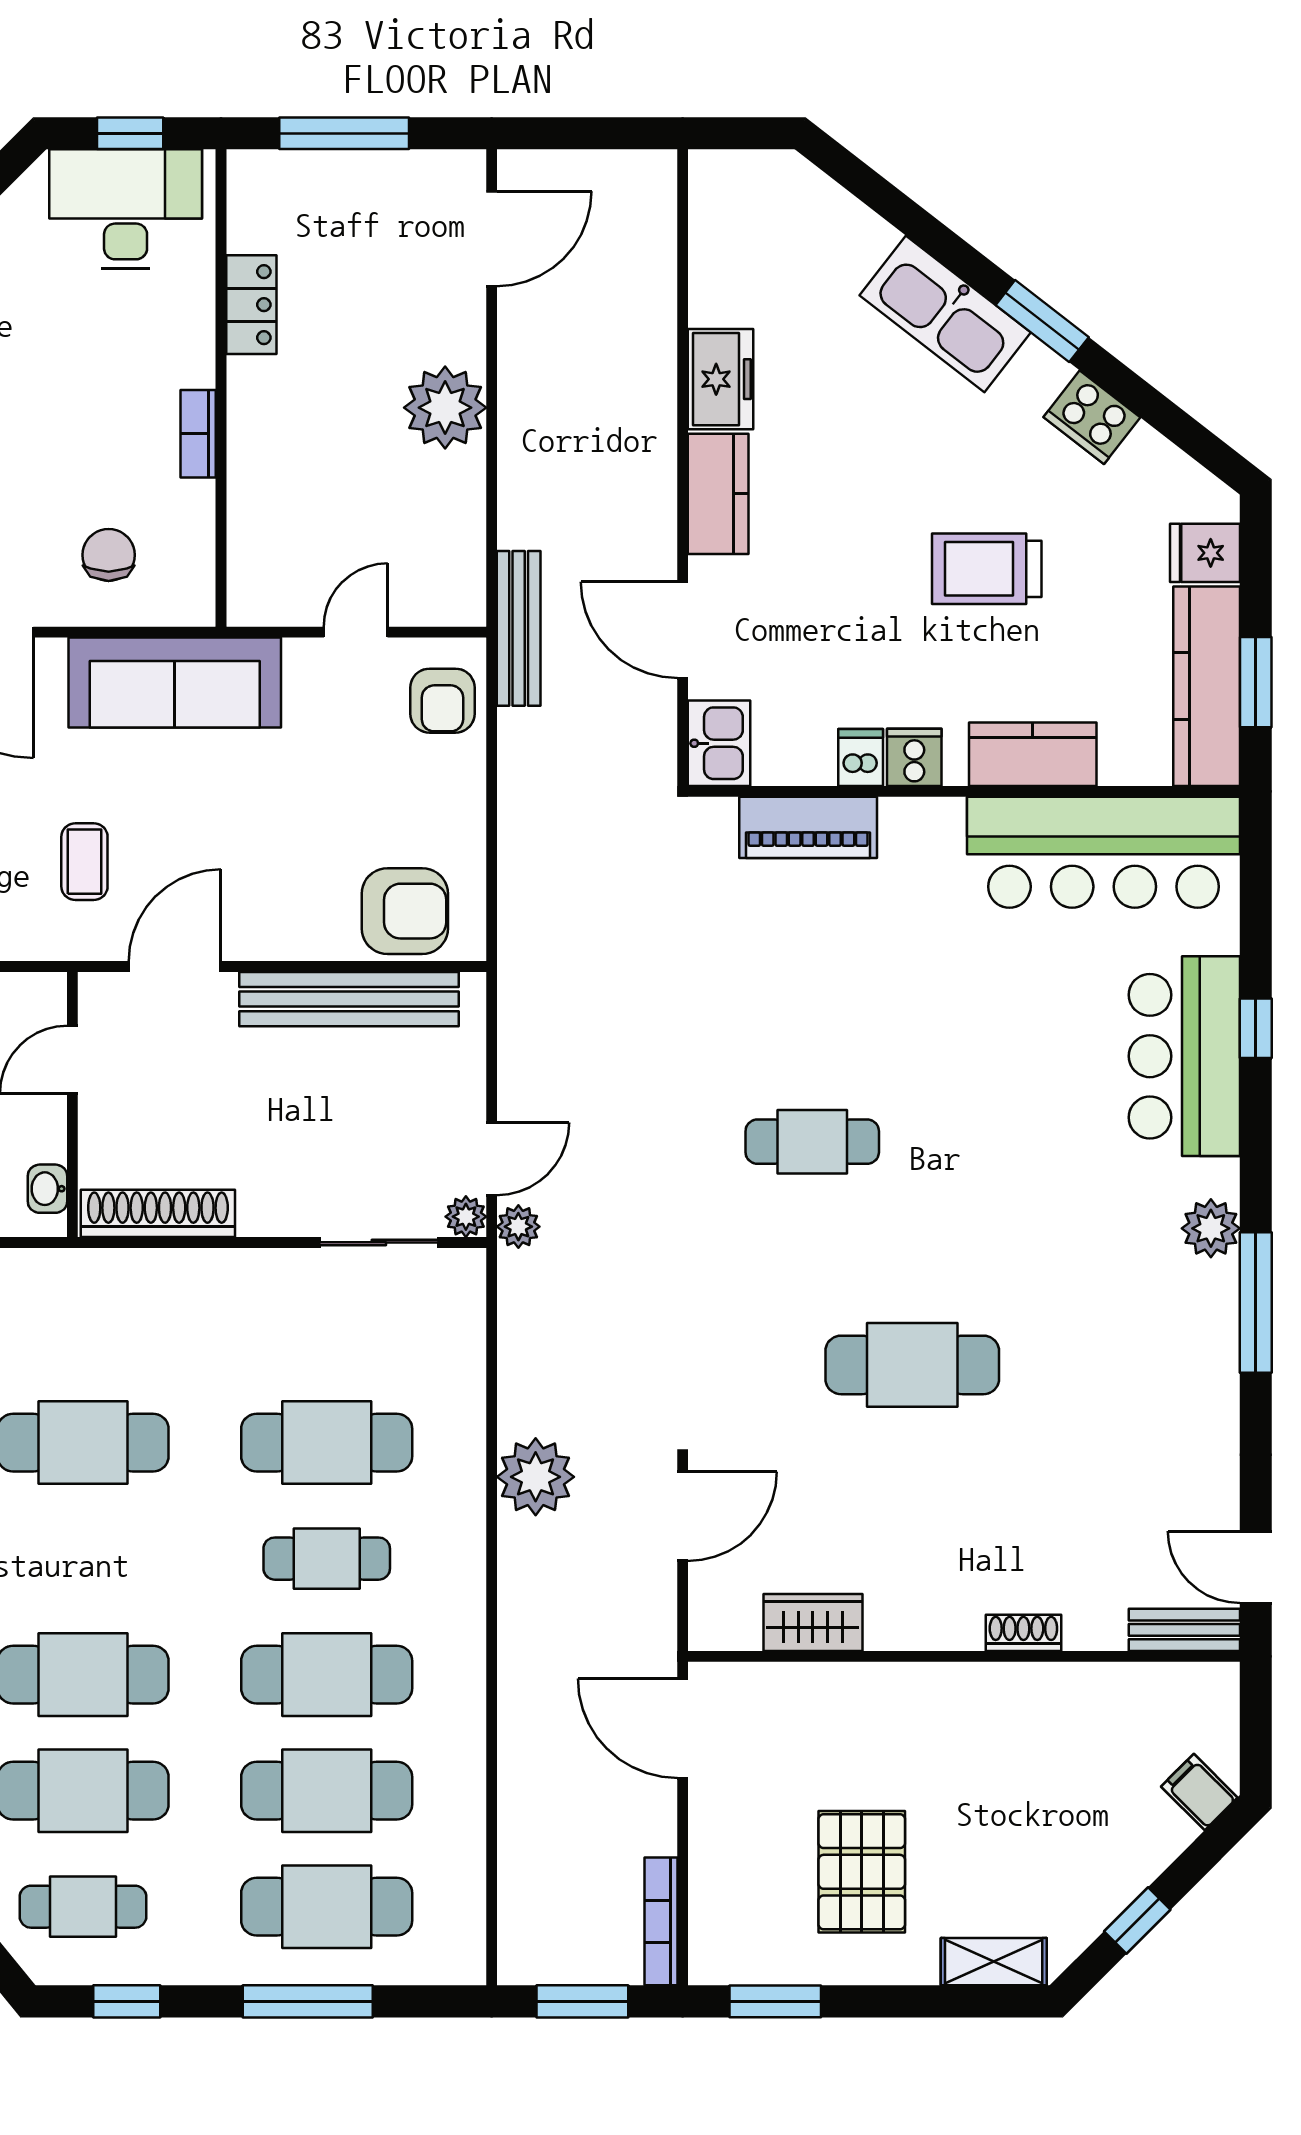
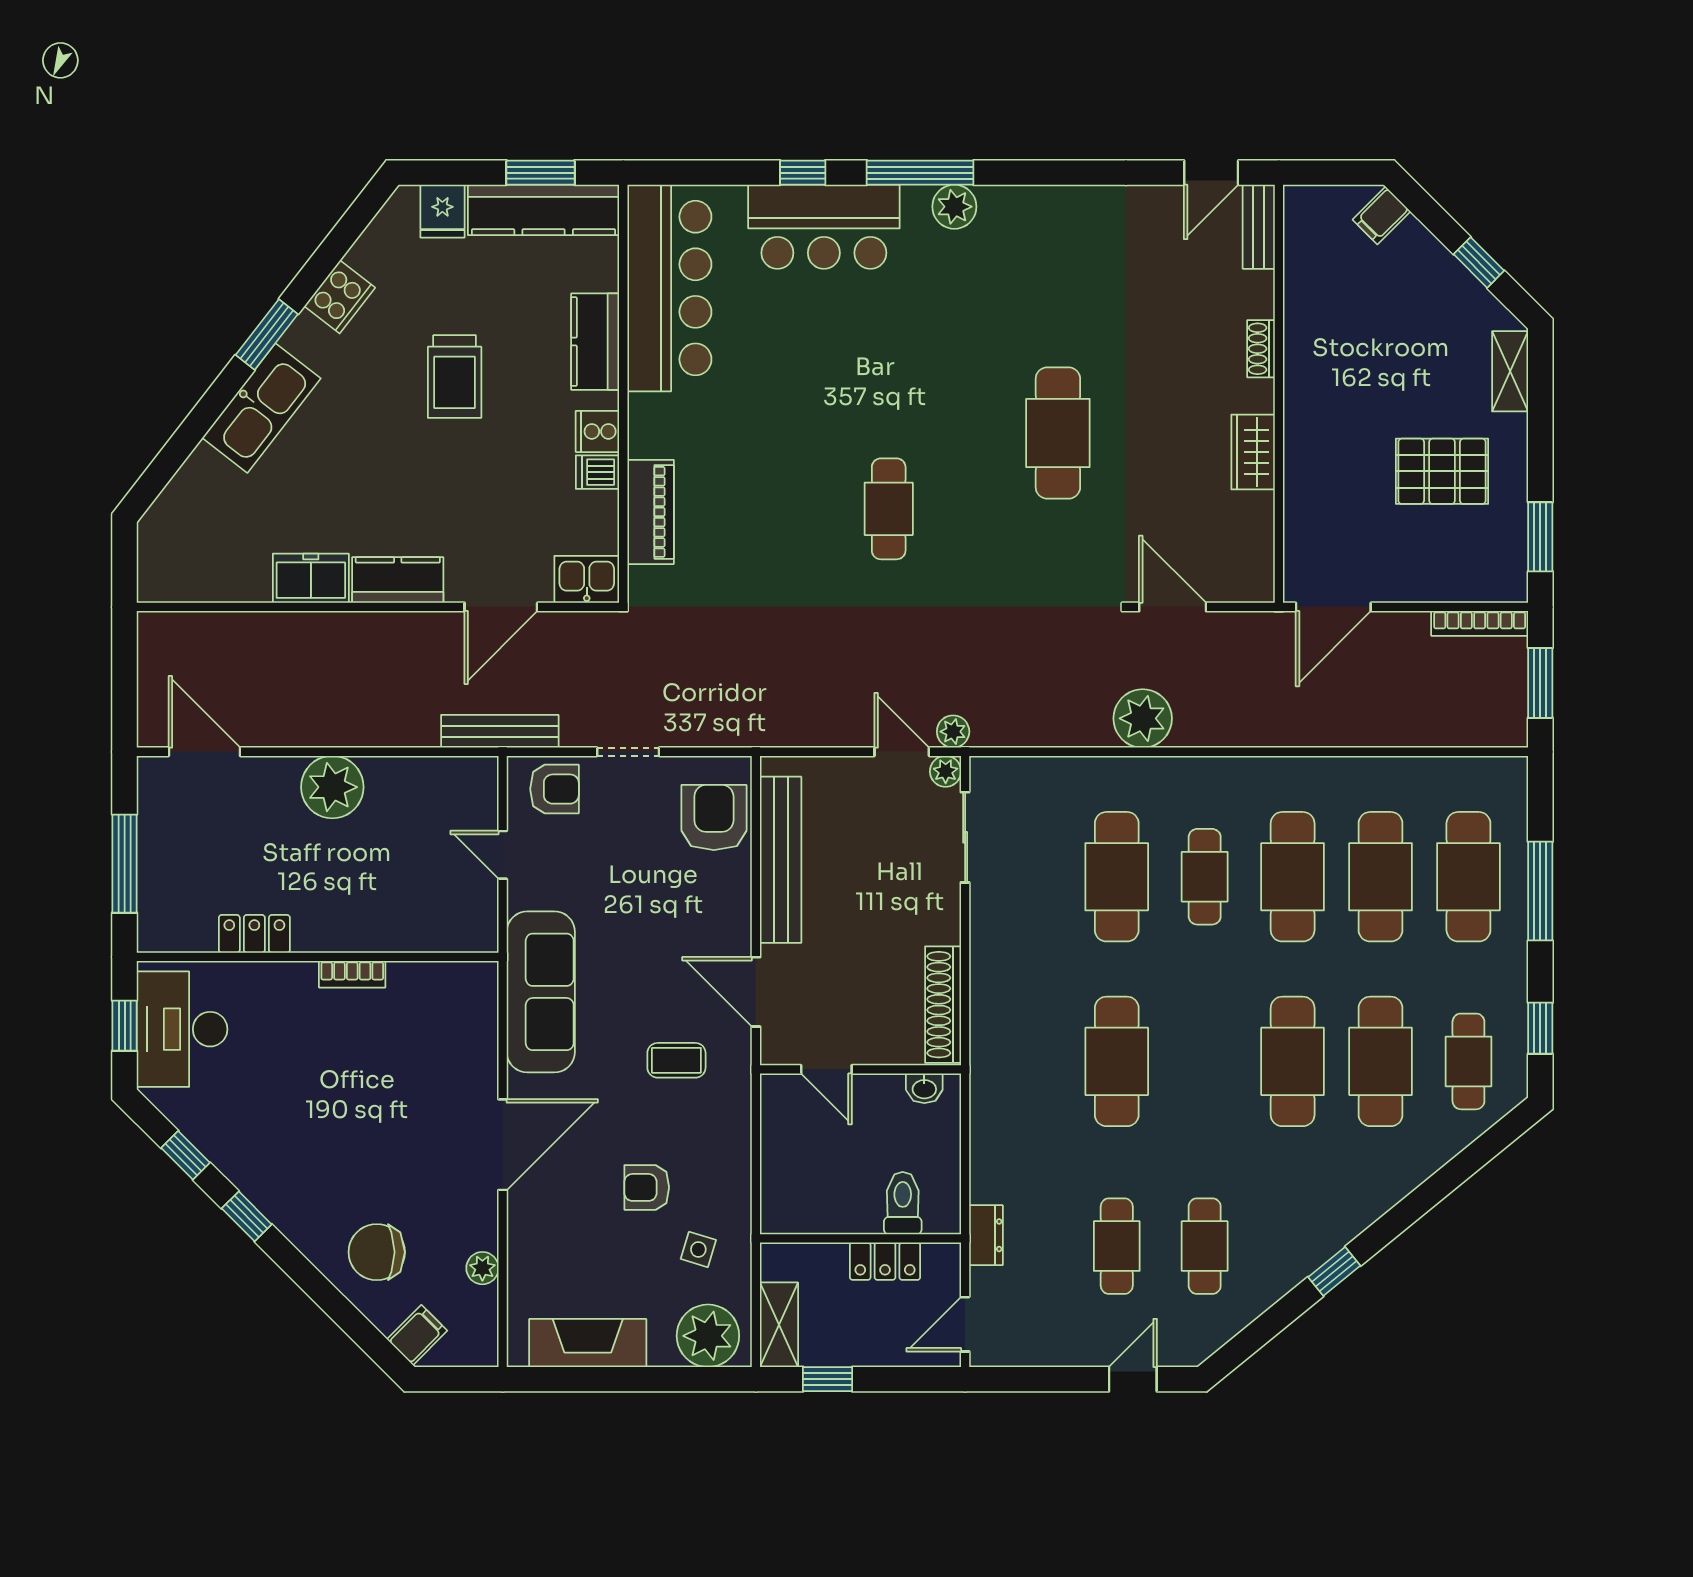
chair: (109, 555) -> (444, 1042), removed
doorway: (492, 798) -> (628, 752), added
window: (1256, 1303) -> (920, 173), moved
wardrobe: (813, 1622) -> (1253, 452), moved

